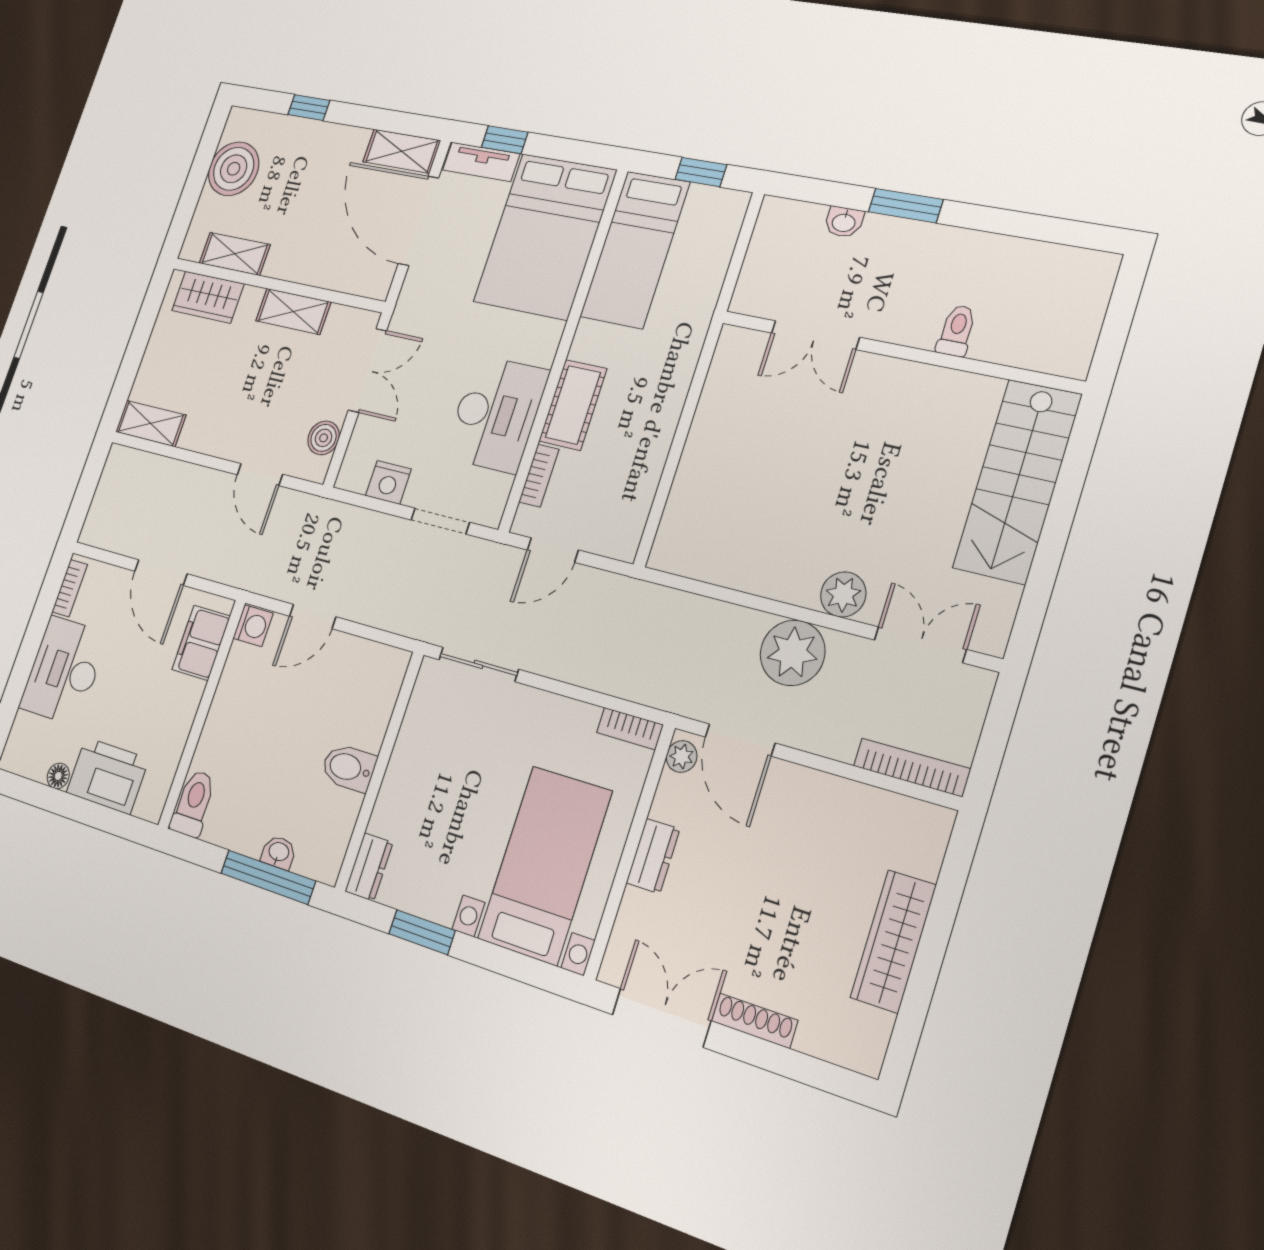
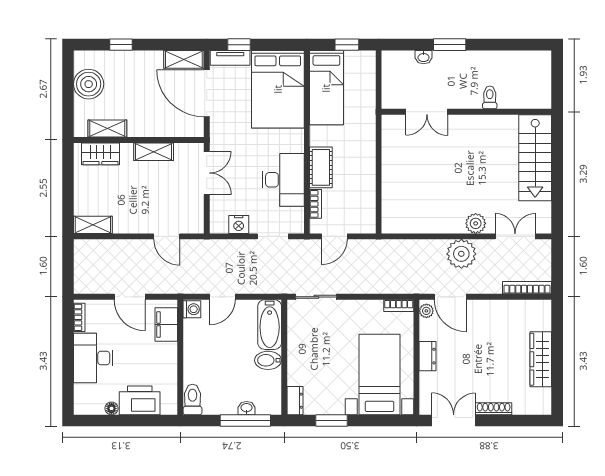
boiler: (324, 438) -> (195, 211), removed
bathtub: (376, 696) -> (270, 325), added

